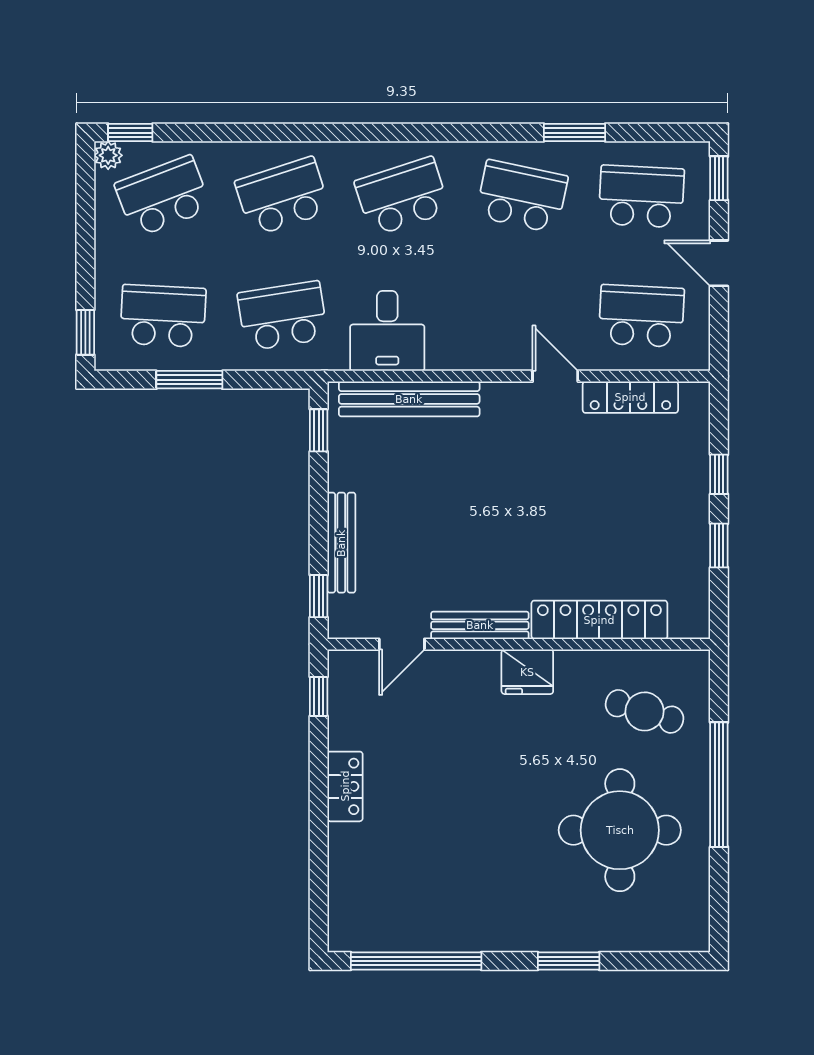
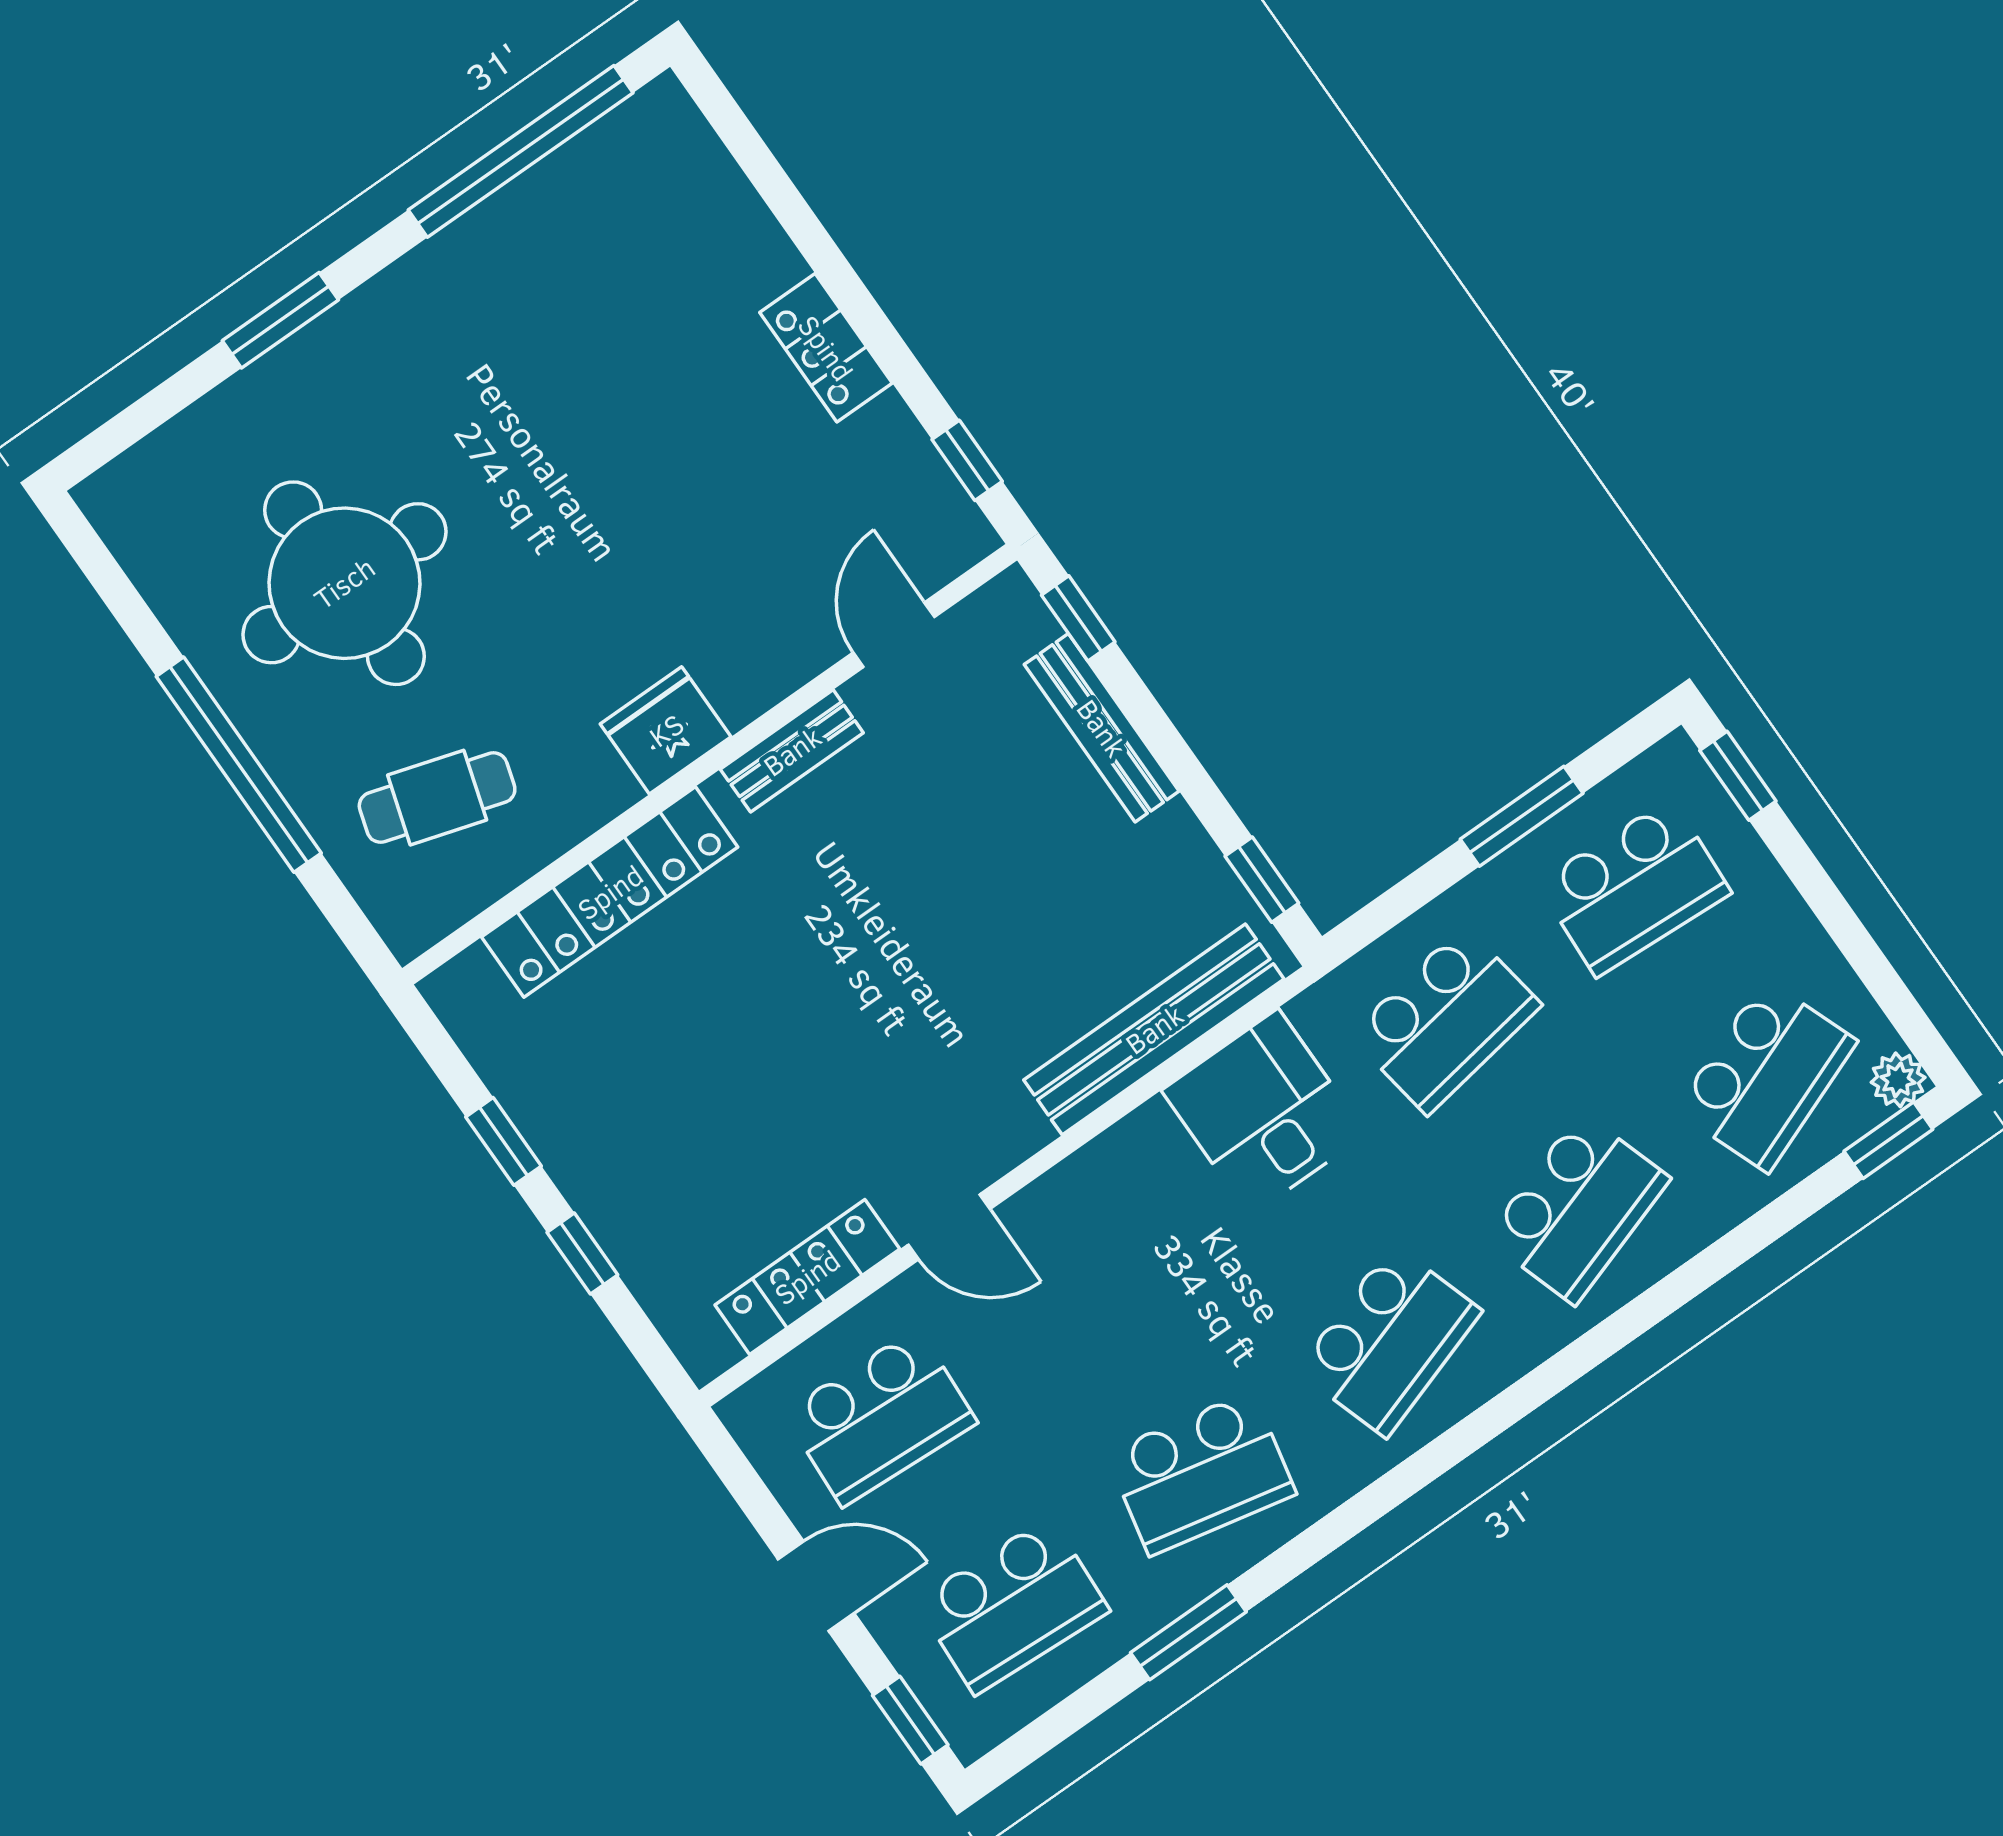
bench: (480, 625) -> (792, 751), width x0.73

